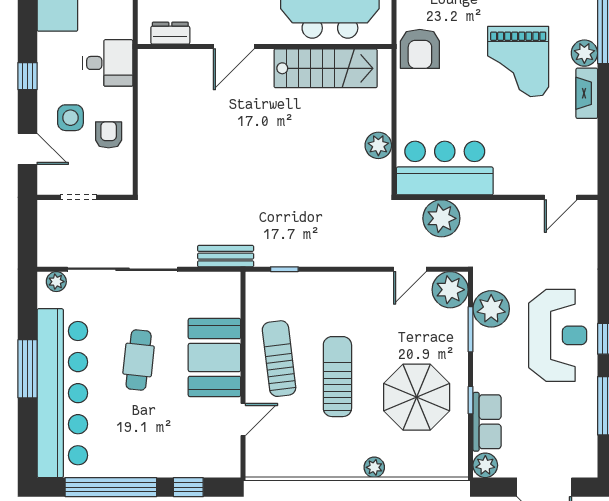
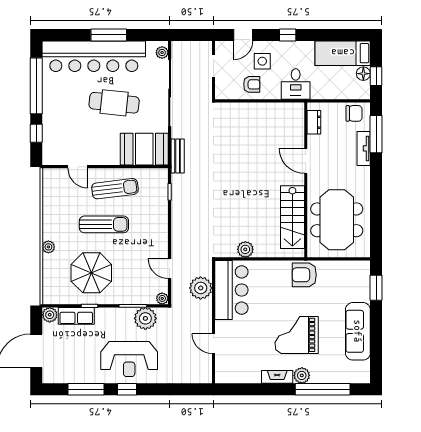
door: (561, 197) -> (214, 344), moved
plant: (450, 290) -> (162, 298), width x0.53, depth x0.53
booth: (214, 358) -> (144, 149), moved
cafe table: (139, 360) -> (114, 103), width x1.37, depth x1.35

